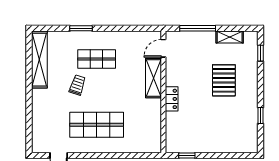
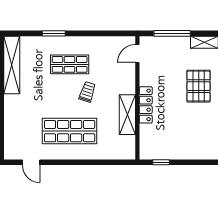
shelving: (154, 78) -> (127, 115), moved
trolley: (77, 85) -> (87, 92), moved
locker: (172, 99) -> (146, 105), width x1.53

